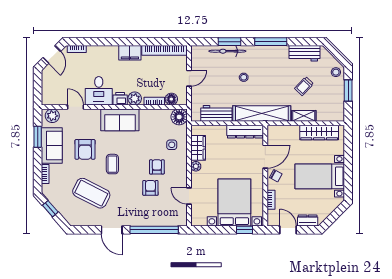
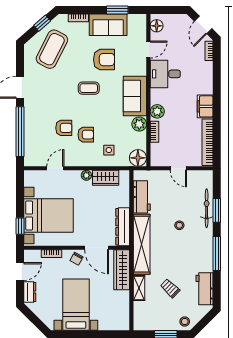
door: (52, 54) -> (203, 25), hinge flipped
printer: (120, 99) -> (157, 96), removed
floor lamp: (171, 99) -> (157, 26), moved
plant: (52, 116) -> (139, 124), moved
wardrobe: (319, 133) -> (122, 270), moved
armchair: (85, 149) -> (104, 60), turned 180
coffee table: (91, 193) -> (52, 49), moved

